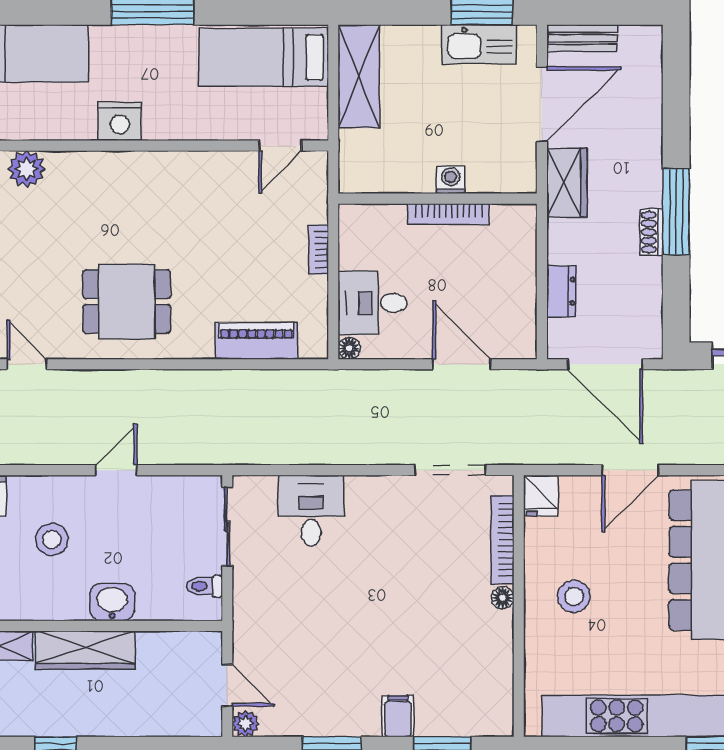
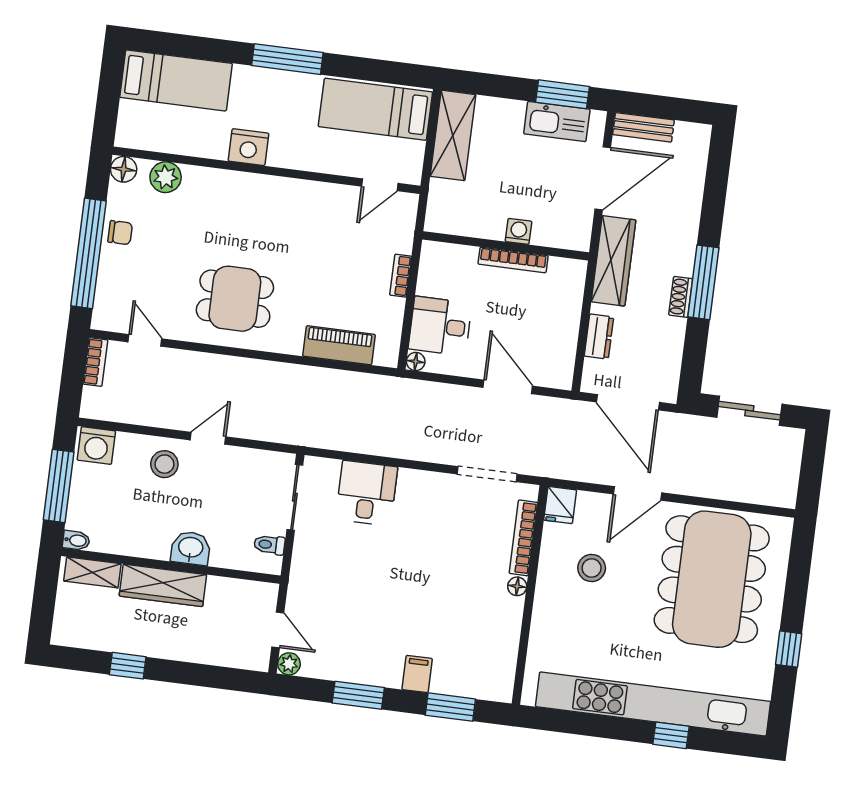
wardrobe: (567, 183) -> (613, 261), width x1.50
stool: (52, 540) -> (164, 464), moved
stool: (574, 596) -> (592, 568), moved

